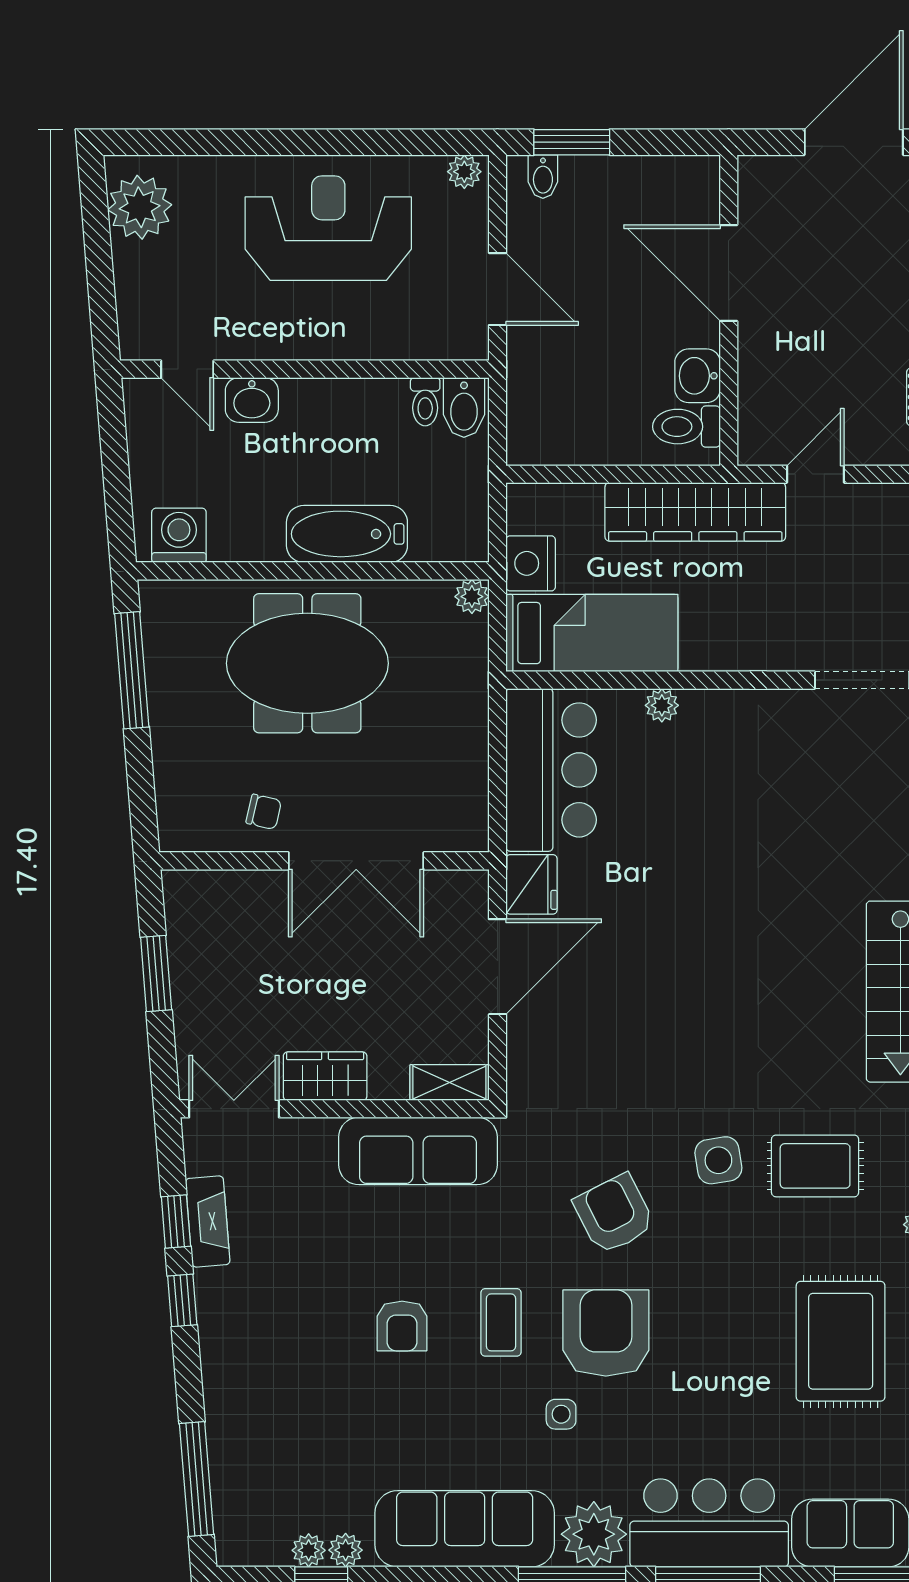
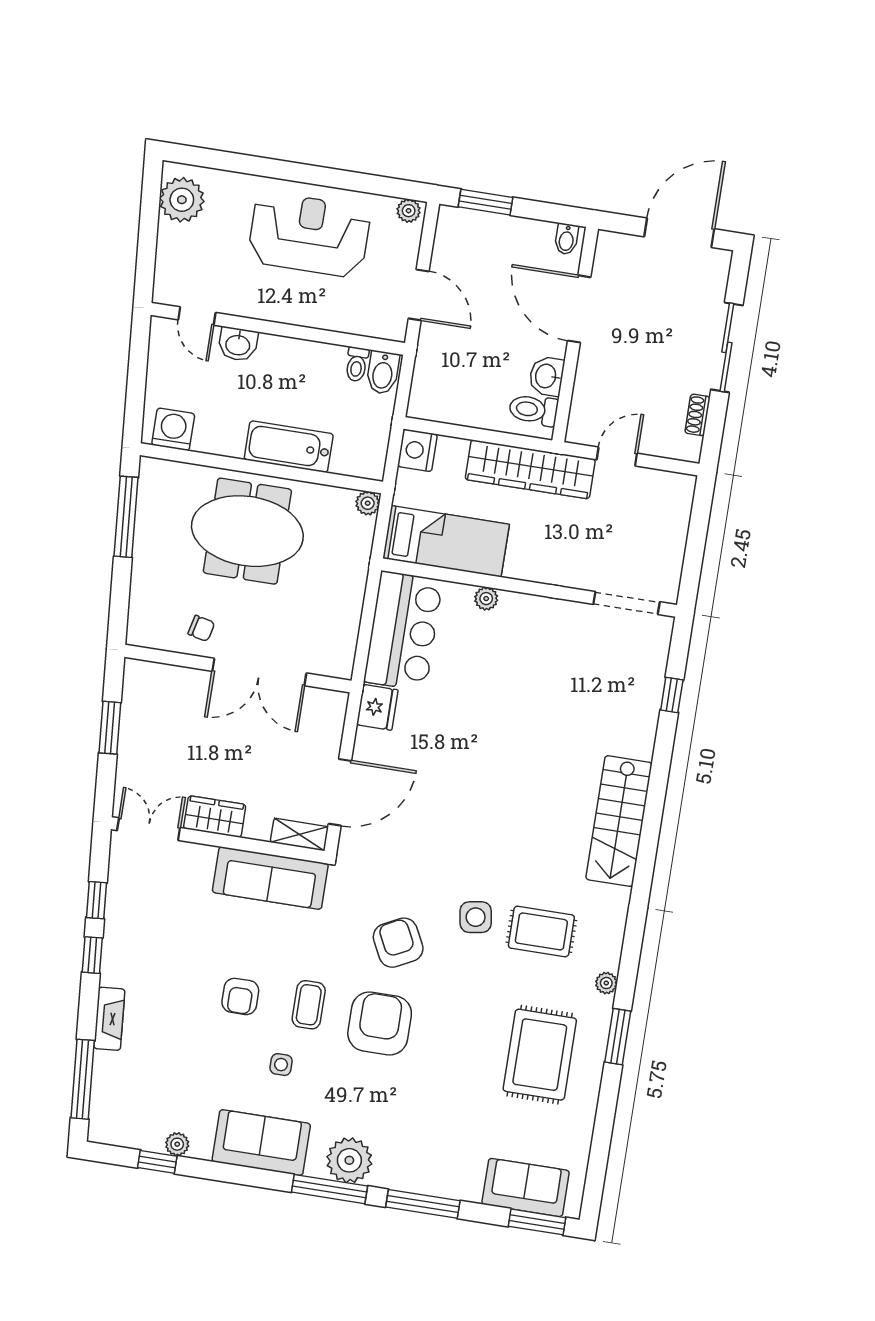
bidet: (543, 177) -> (566, 239), moved
nightstand: (531, 563) -> (417, 450), moved
door: (498, 967) -> (340, 792), moved
fireplace: (208, 1222) -> (109, 1019), moved
side table: (561, 1414) -> (281, 1065), moved
bar counter: (709, 1523) -> (430, 1165), removed
sofa: (465, 1529) -> (261, 1143), width x0.73
plant: (309, 1550) -> (152, 1140), removed

